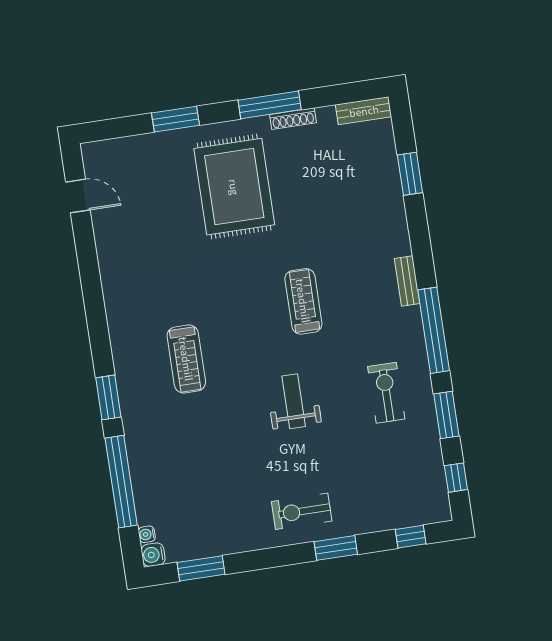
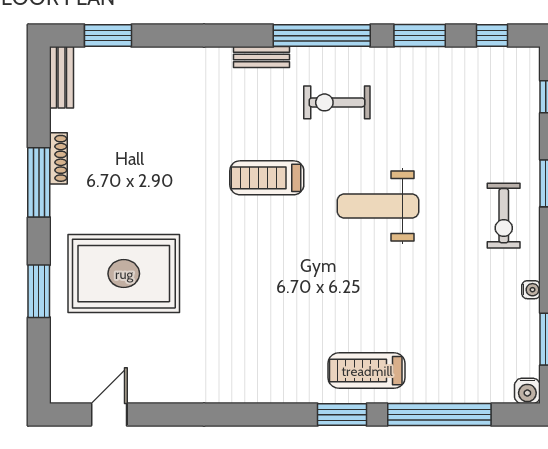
window: (410, 174) -> (108, 36), moved
rug: (234, 187) -> (124, 274), moved
treadmill: (186, 359) -> (367, 371), moved, turned 180
exercise bike: (386, 393) -> (337, 102), moved
weight bench: (294, 401) -> (378, 206), width x1.36, depth x1.33
water cooler: (147, 534) -> (531, 290), moved, turned -90

